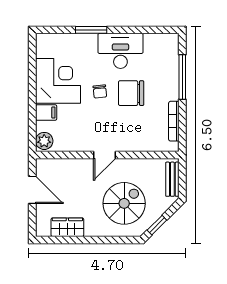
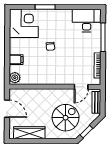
desk: (120, 51) -> (87, 21), moved
corner desk: (58, 81) -> (24, 23), moved
chair: (131, 93) -> (70, 47), removed
door: (104, 155) -> (81, 87), moved
wardrobe: (67, 227) -> (29, 133), width x1.50

